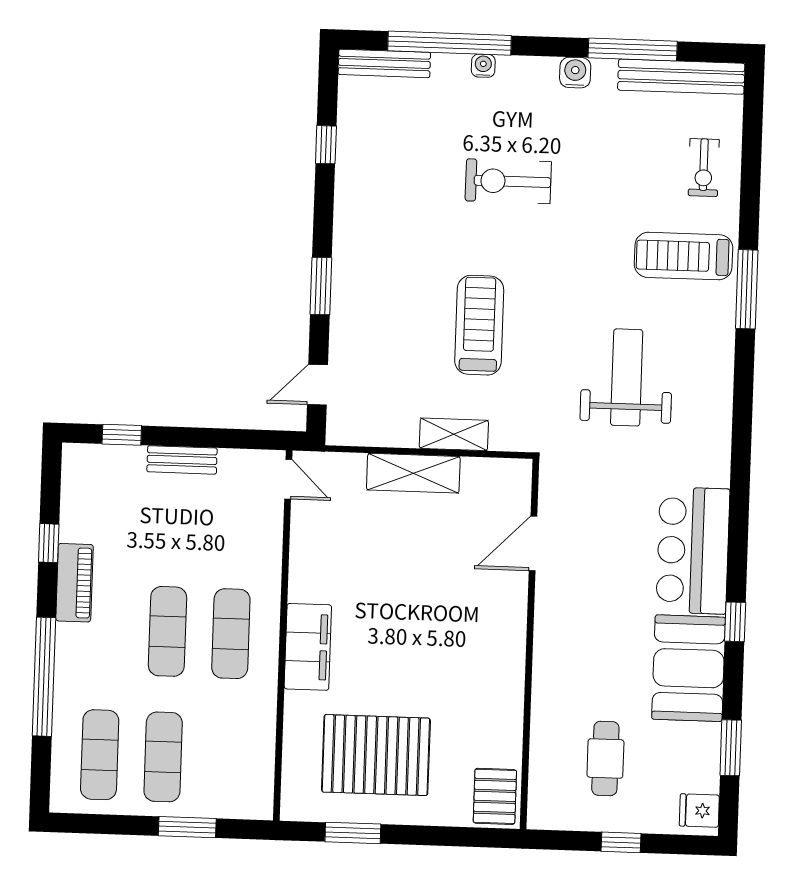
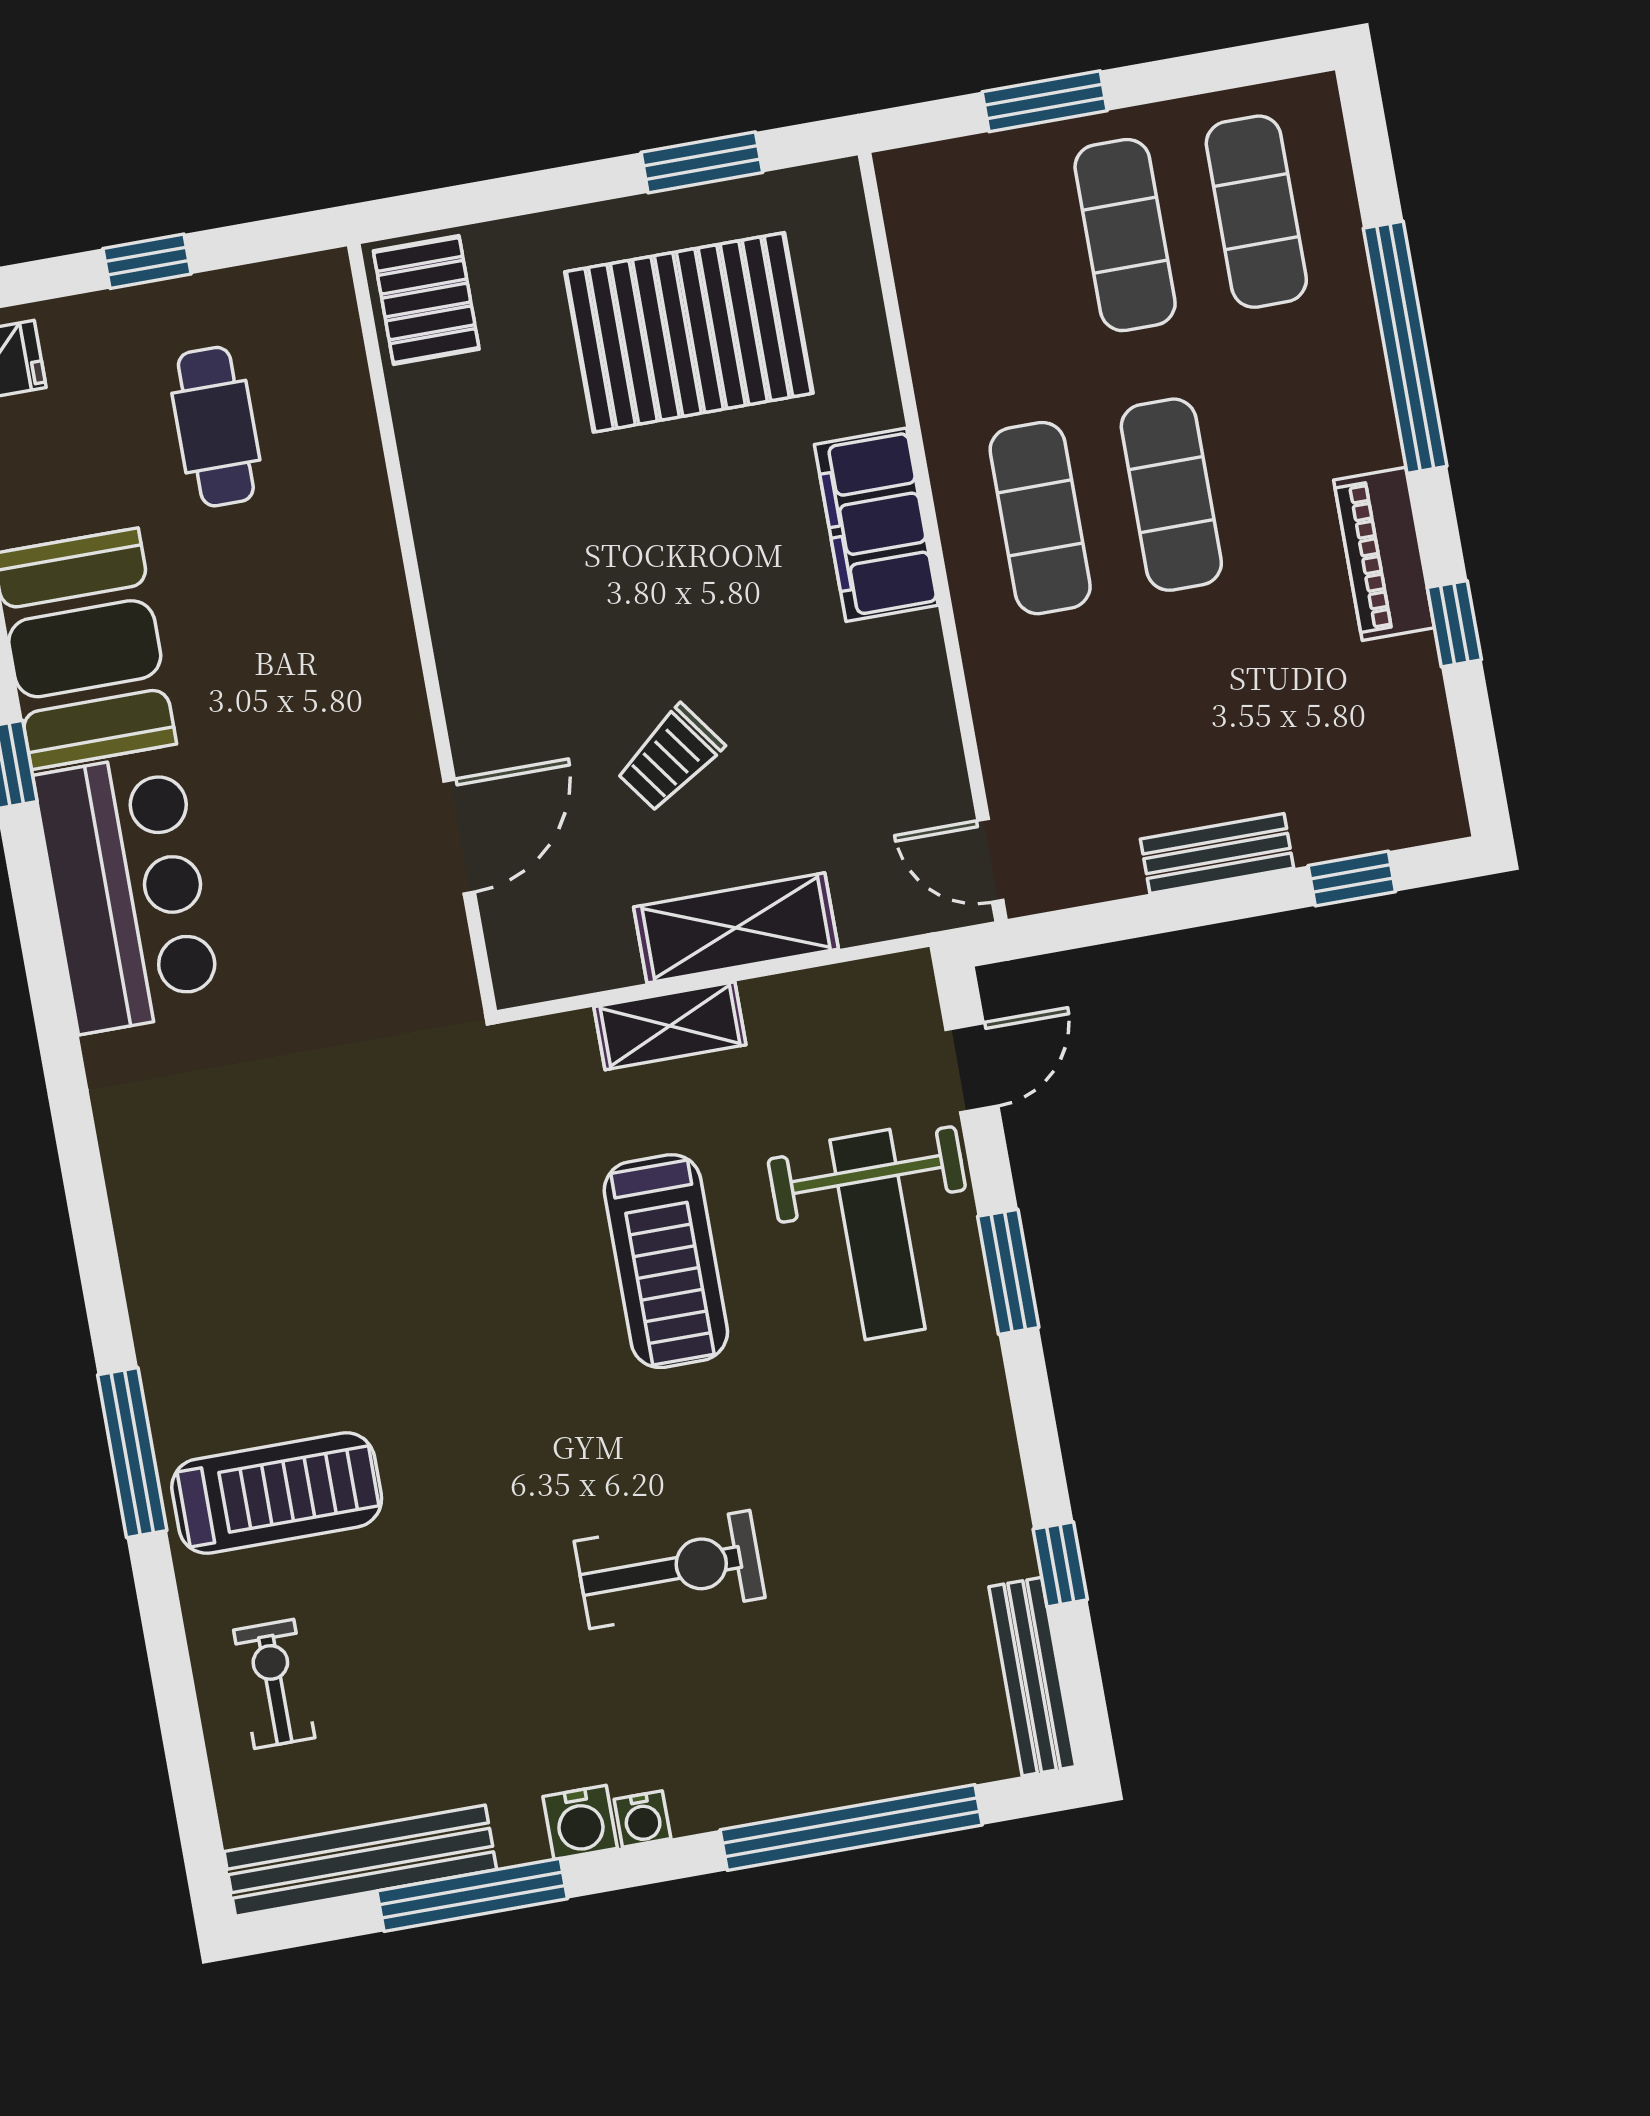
bench: (384, 63) -> (1032, 1677), moved, turned 90
water cooler: (483, 66) -> (642, 1819), moved
weight bench: (627, 377) -> (877, 1234), moved
trolley: (427, 559) -> (670, 758), added

